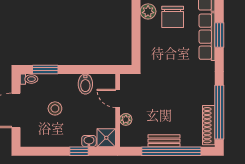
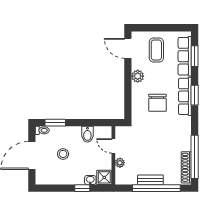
chair: (173, 17) -> (157, 103), moved

